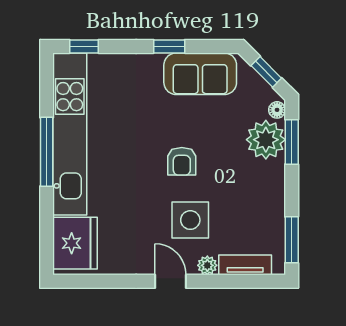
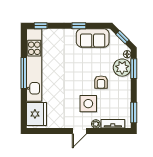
armchair: (182, 161) -> (101, 82), moved
door: (171, 281) -> (79, 131), swing flipped

